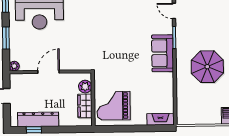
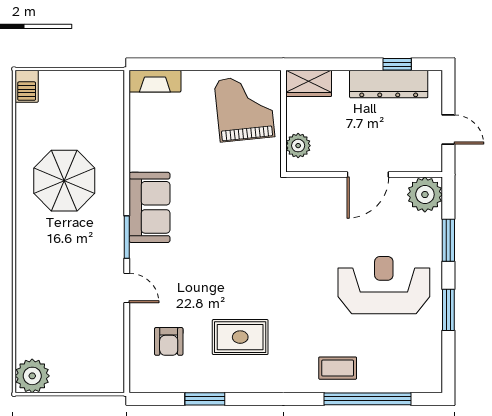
plant: (14, 66) -> (425, 195), width x1.88, depth x1.88
wardrobe: (85, 106) -> (309, 83), moved, turned 90
grand piano: (114, 106) -> (244, 108), turned -96

